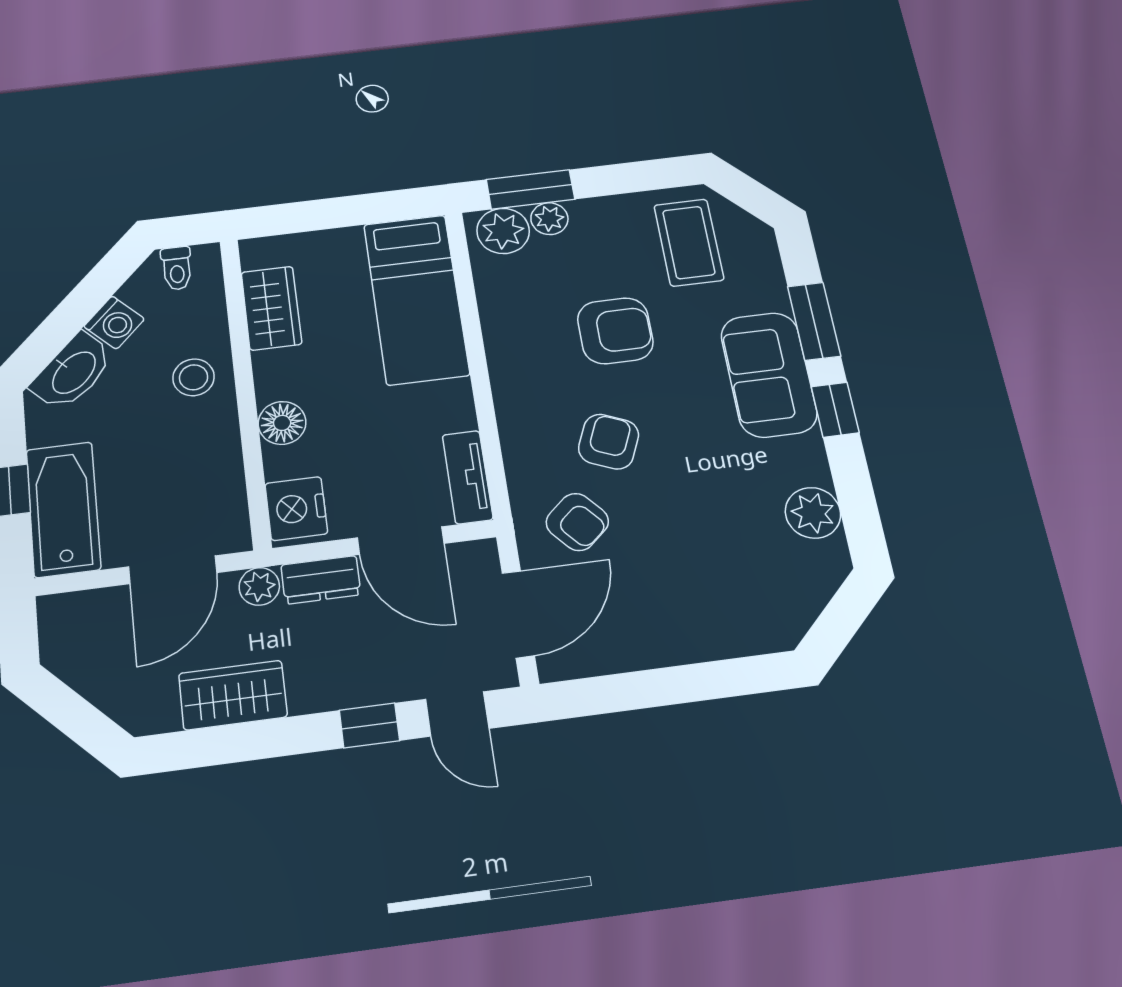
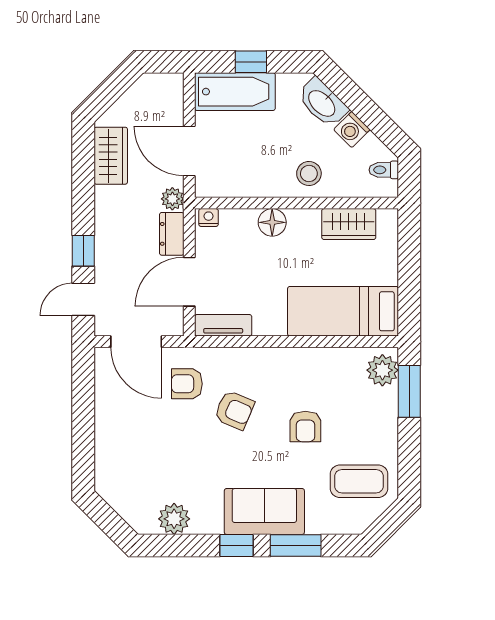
plant: (549, 219) -> (387, 400), removed
armchair: (615, 331) -> (305, 426), width x0.72, depth x0.72
nightstand: (296, 509) -> (209, 218), width x0.53, depth x0.56
armchair: (577, 522) -> (187, 384), turned 41
wardrobe: (233, 695) -> (111, 156), moved

